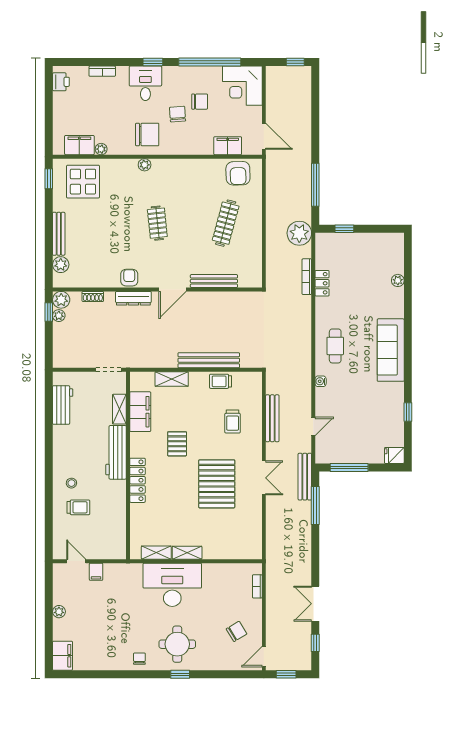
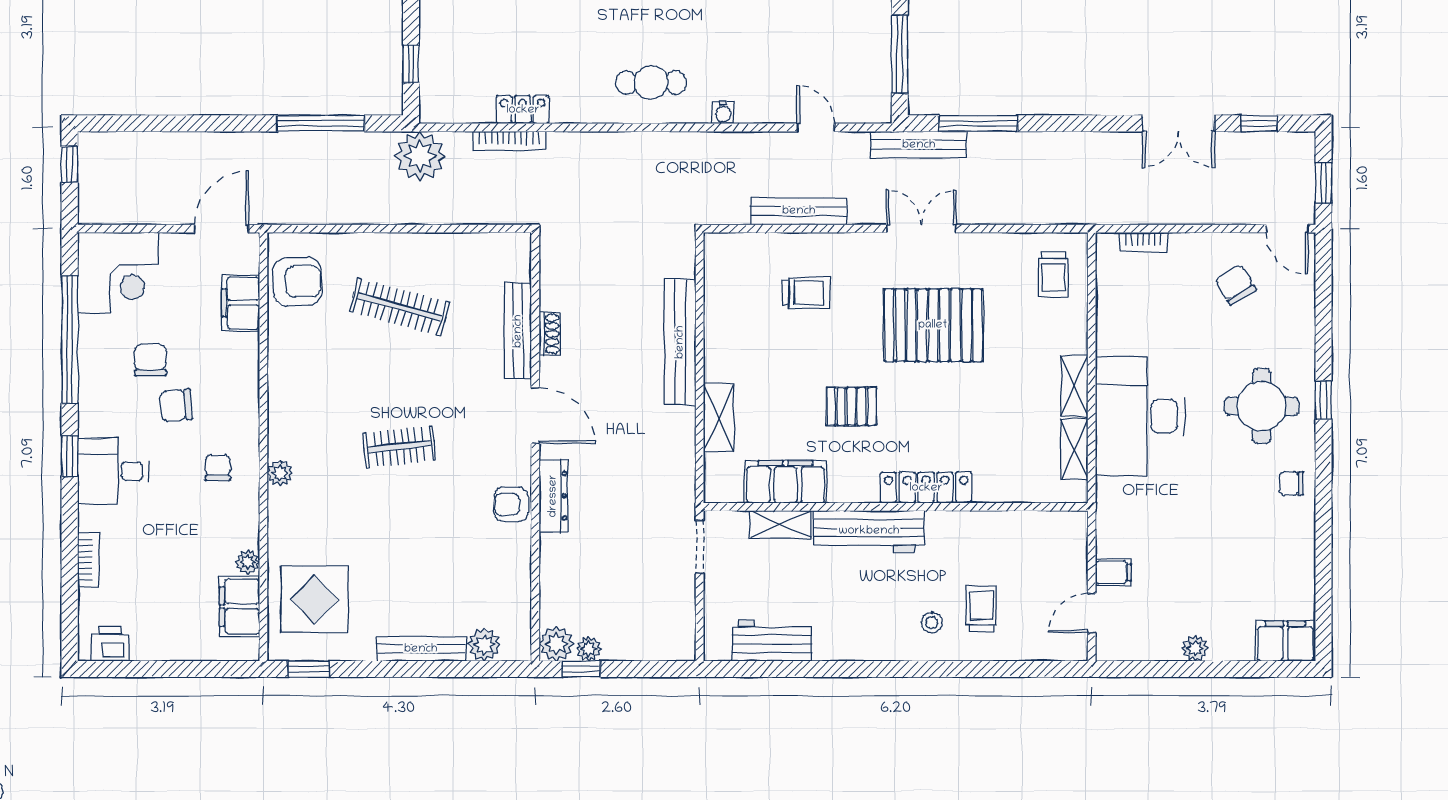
chair: (147, 134) -> (218, 468), width x0.54, depth x0.54
shoe rack: (93, 296) -> (550, 334), moved
trolley: (221, 381) -> (1054, 274), moved

